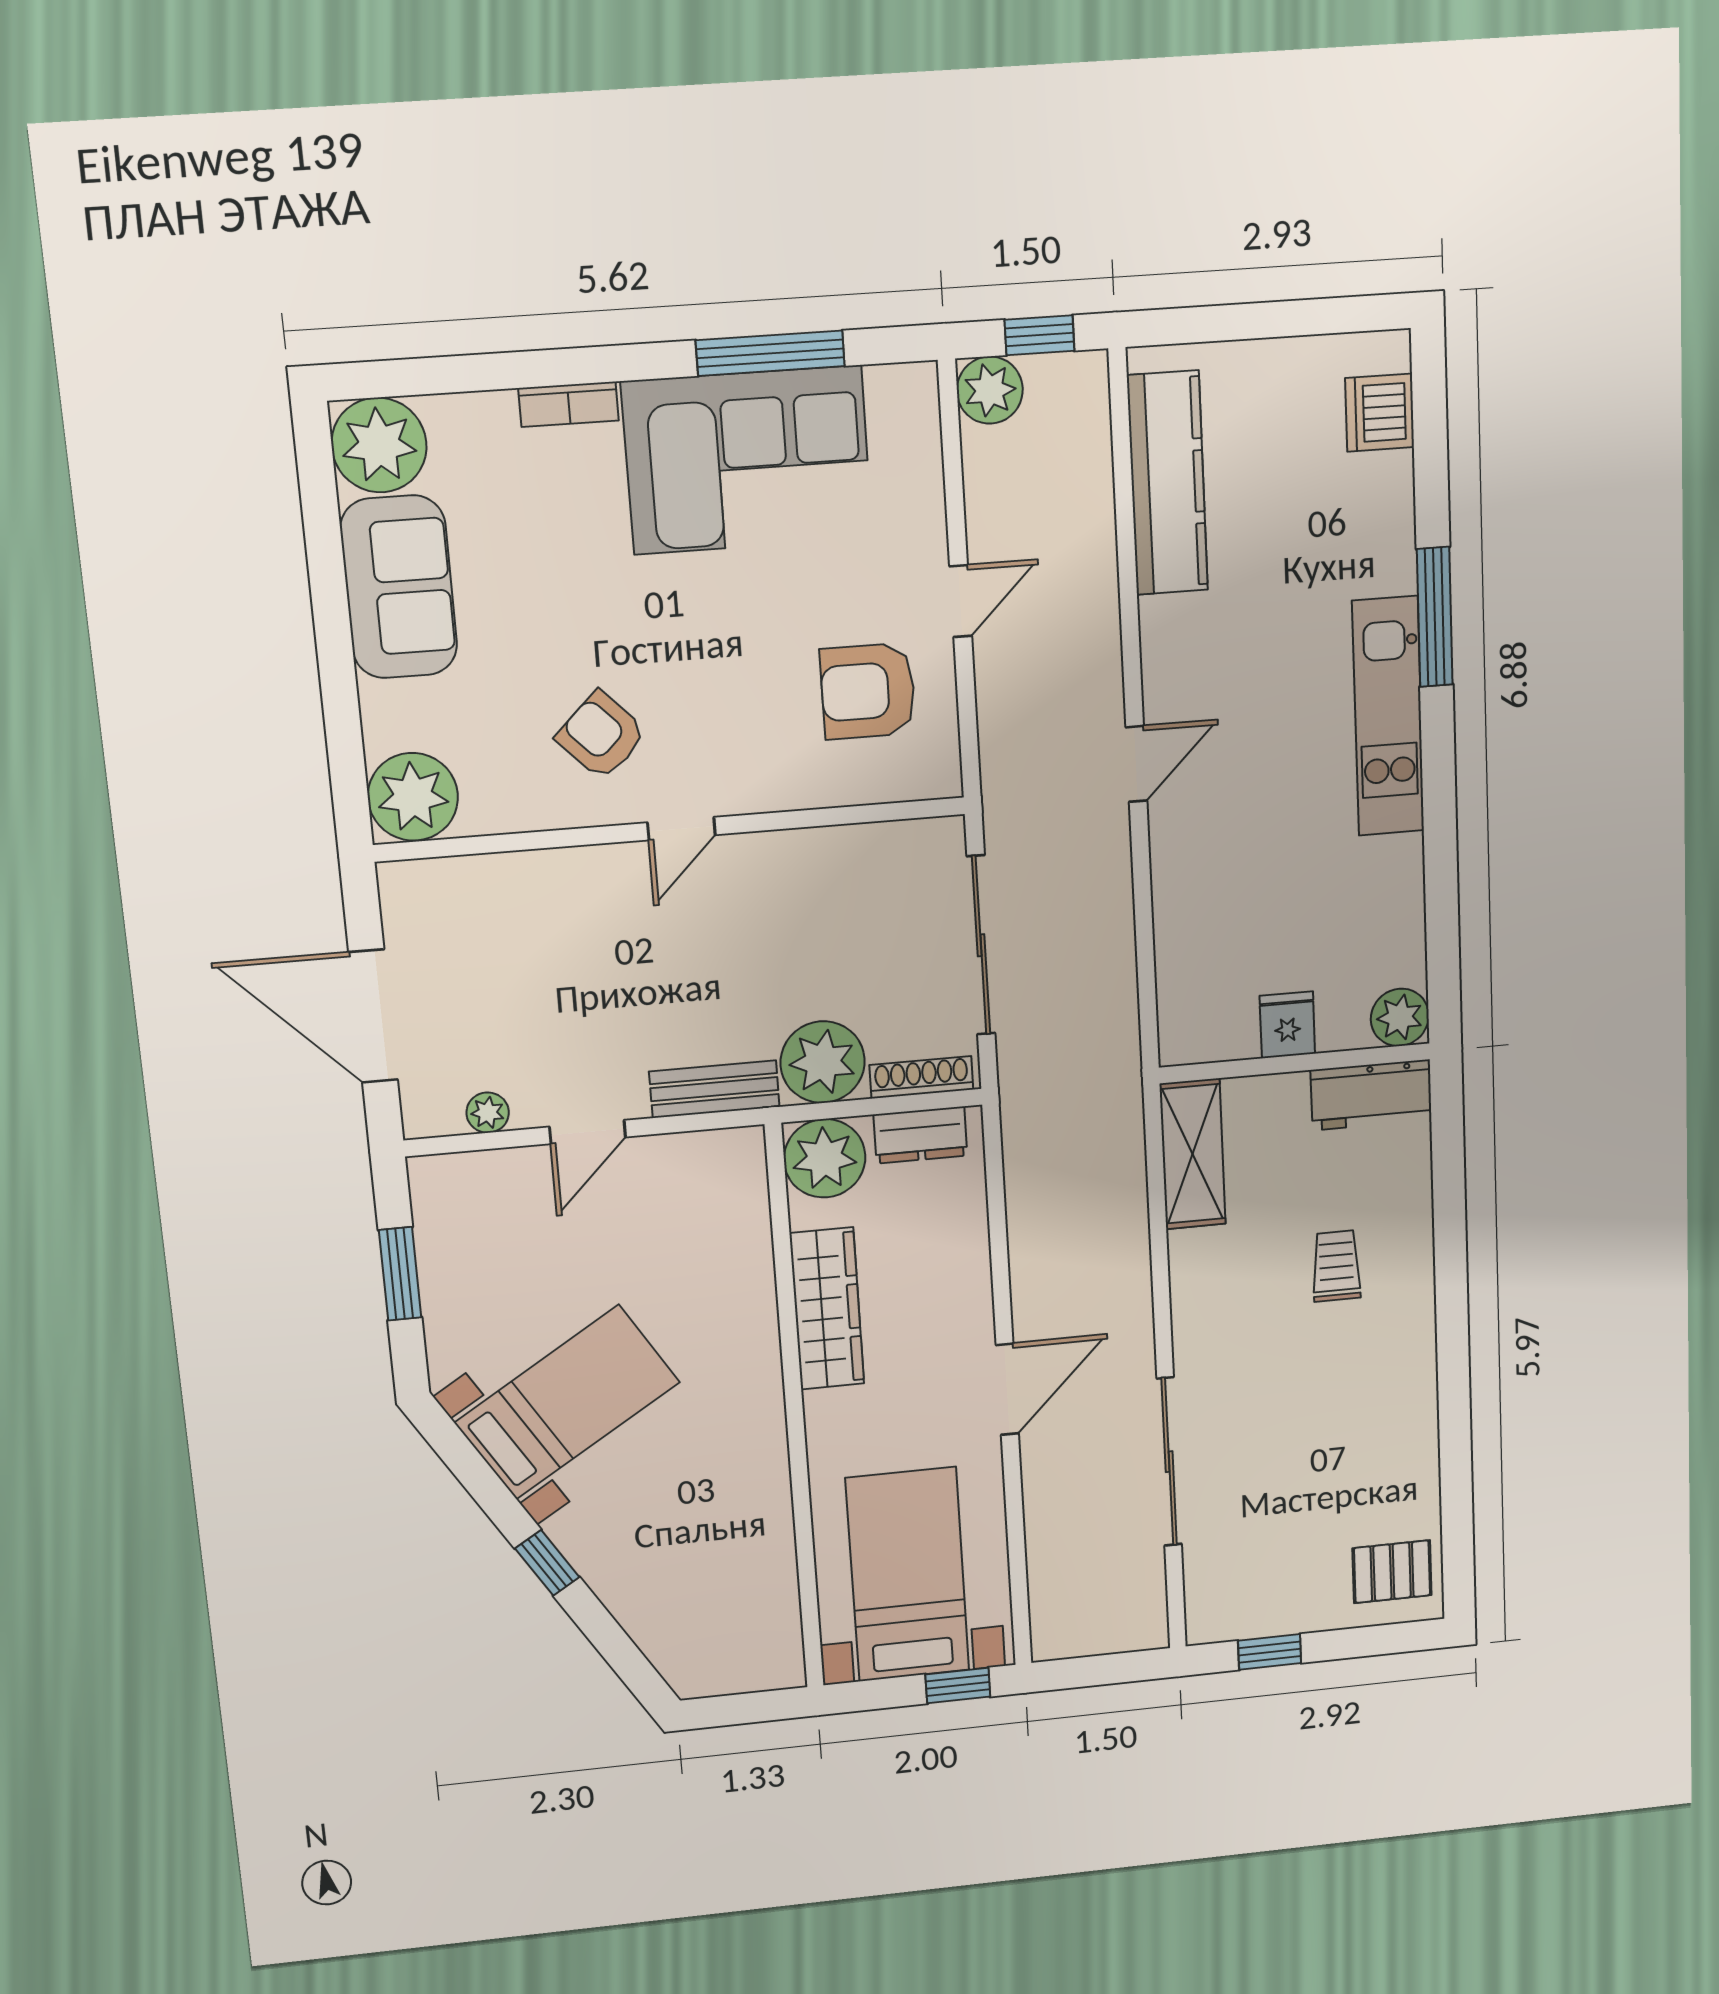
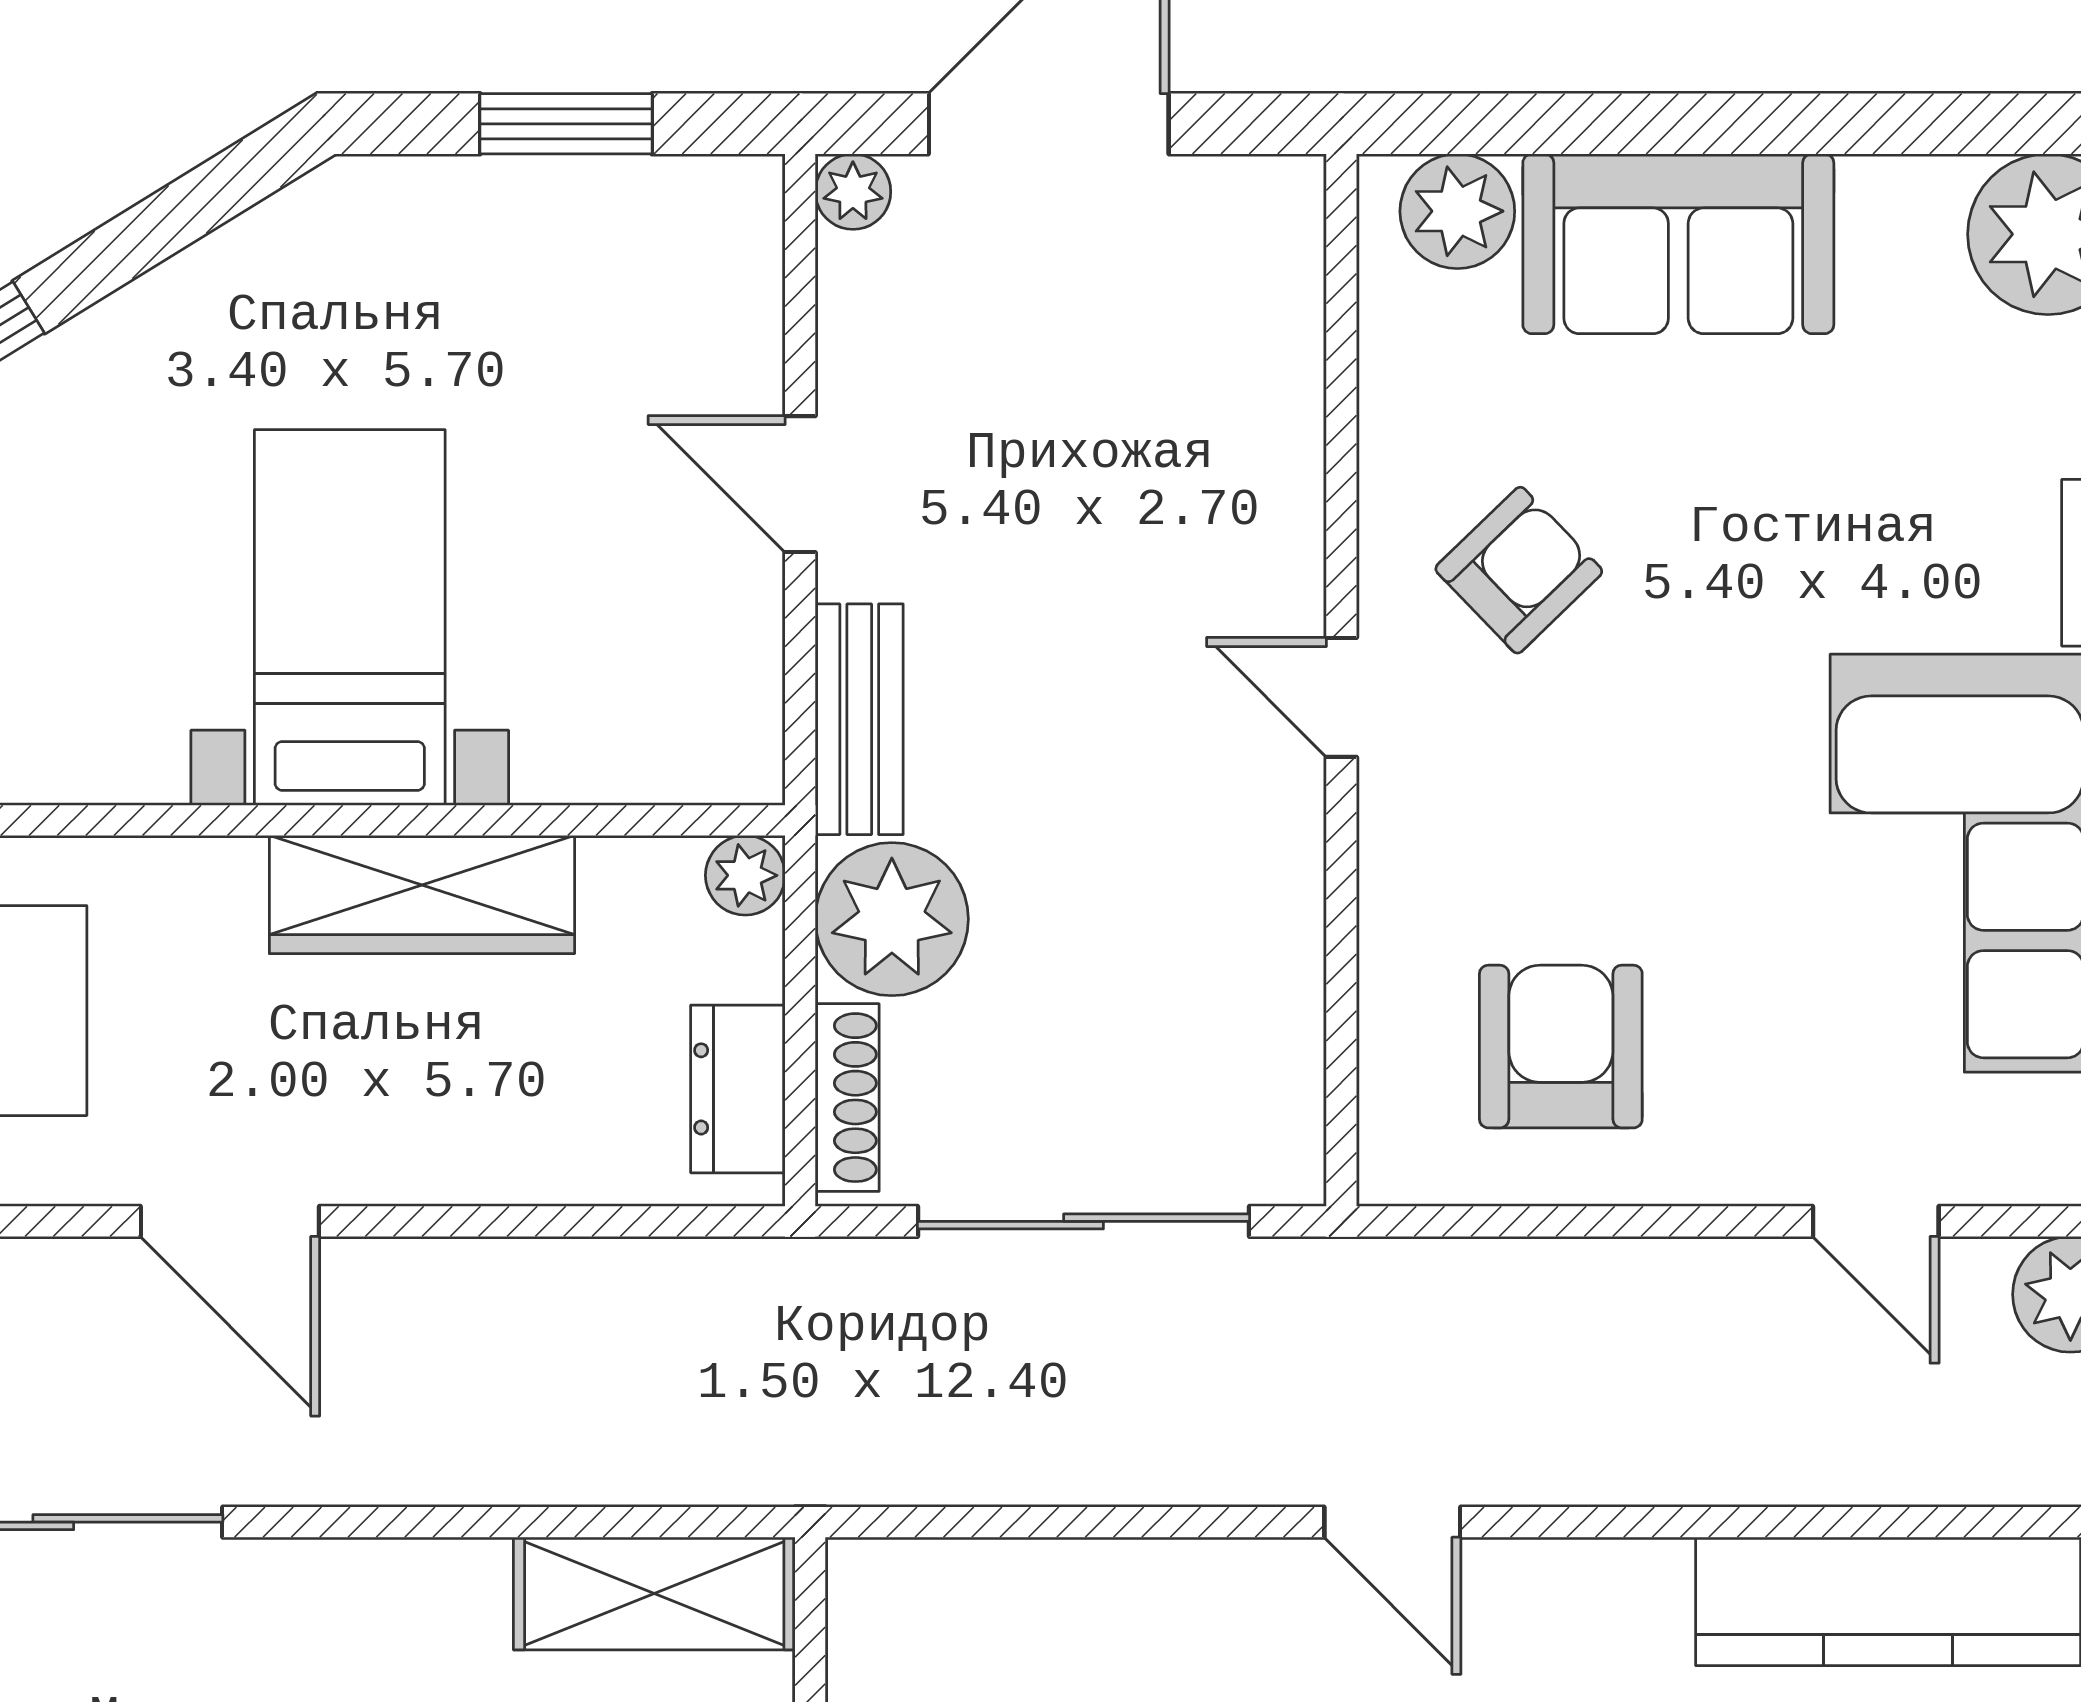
sofa: (399, 587) -> (1678, 244), moved
door: (961, 601) -> (1876, 1221), moved
plant: (413, 797) -> (1457, 211), width x0.73, depth x0.73
plant: (488, 1113) -> (853, 192), moved
plant: (825, 1158) -> (745, 875), width x0.53, depth x0.53
bed with nightstands: (567, 1402) -> (350, 617), moved, turned -148

